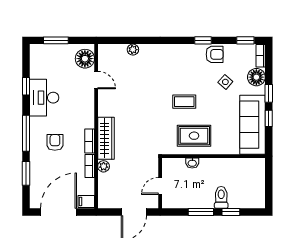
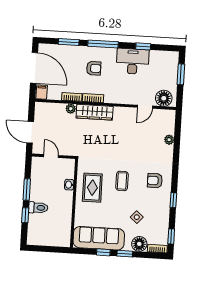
armchair: (215, 54) -> (155, 181), moved, turned 90

